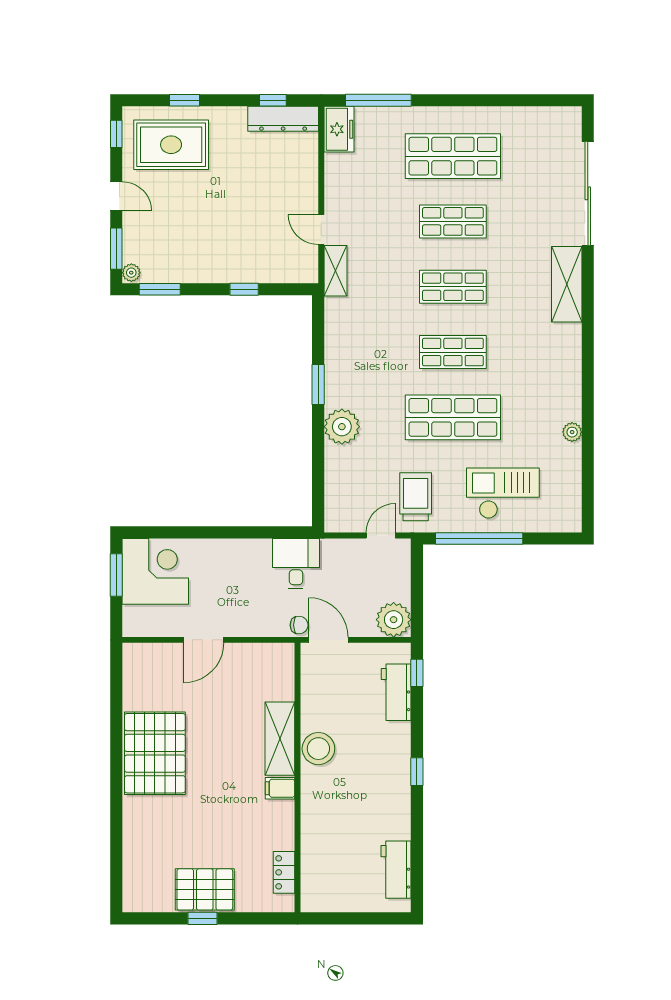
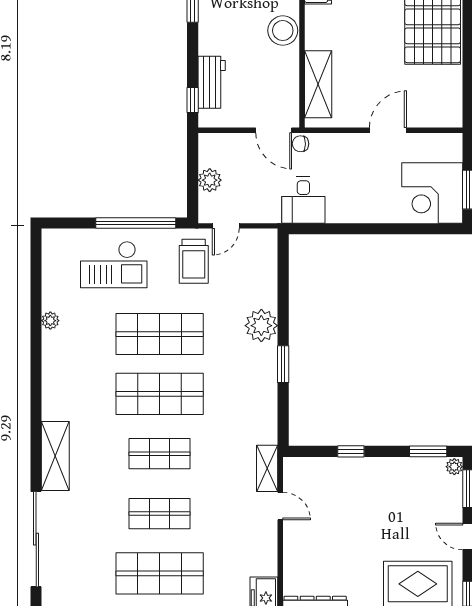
shop shelf: (453, 352) -> (160, 394), width x1.43, depth x1.36
plant: (394, 620) -> (210, 180), moved, width x0.73, depth x0.73
shelving: (280, 739) -> (318, 84), moved

